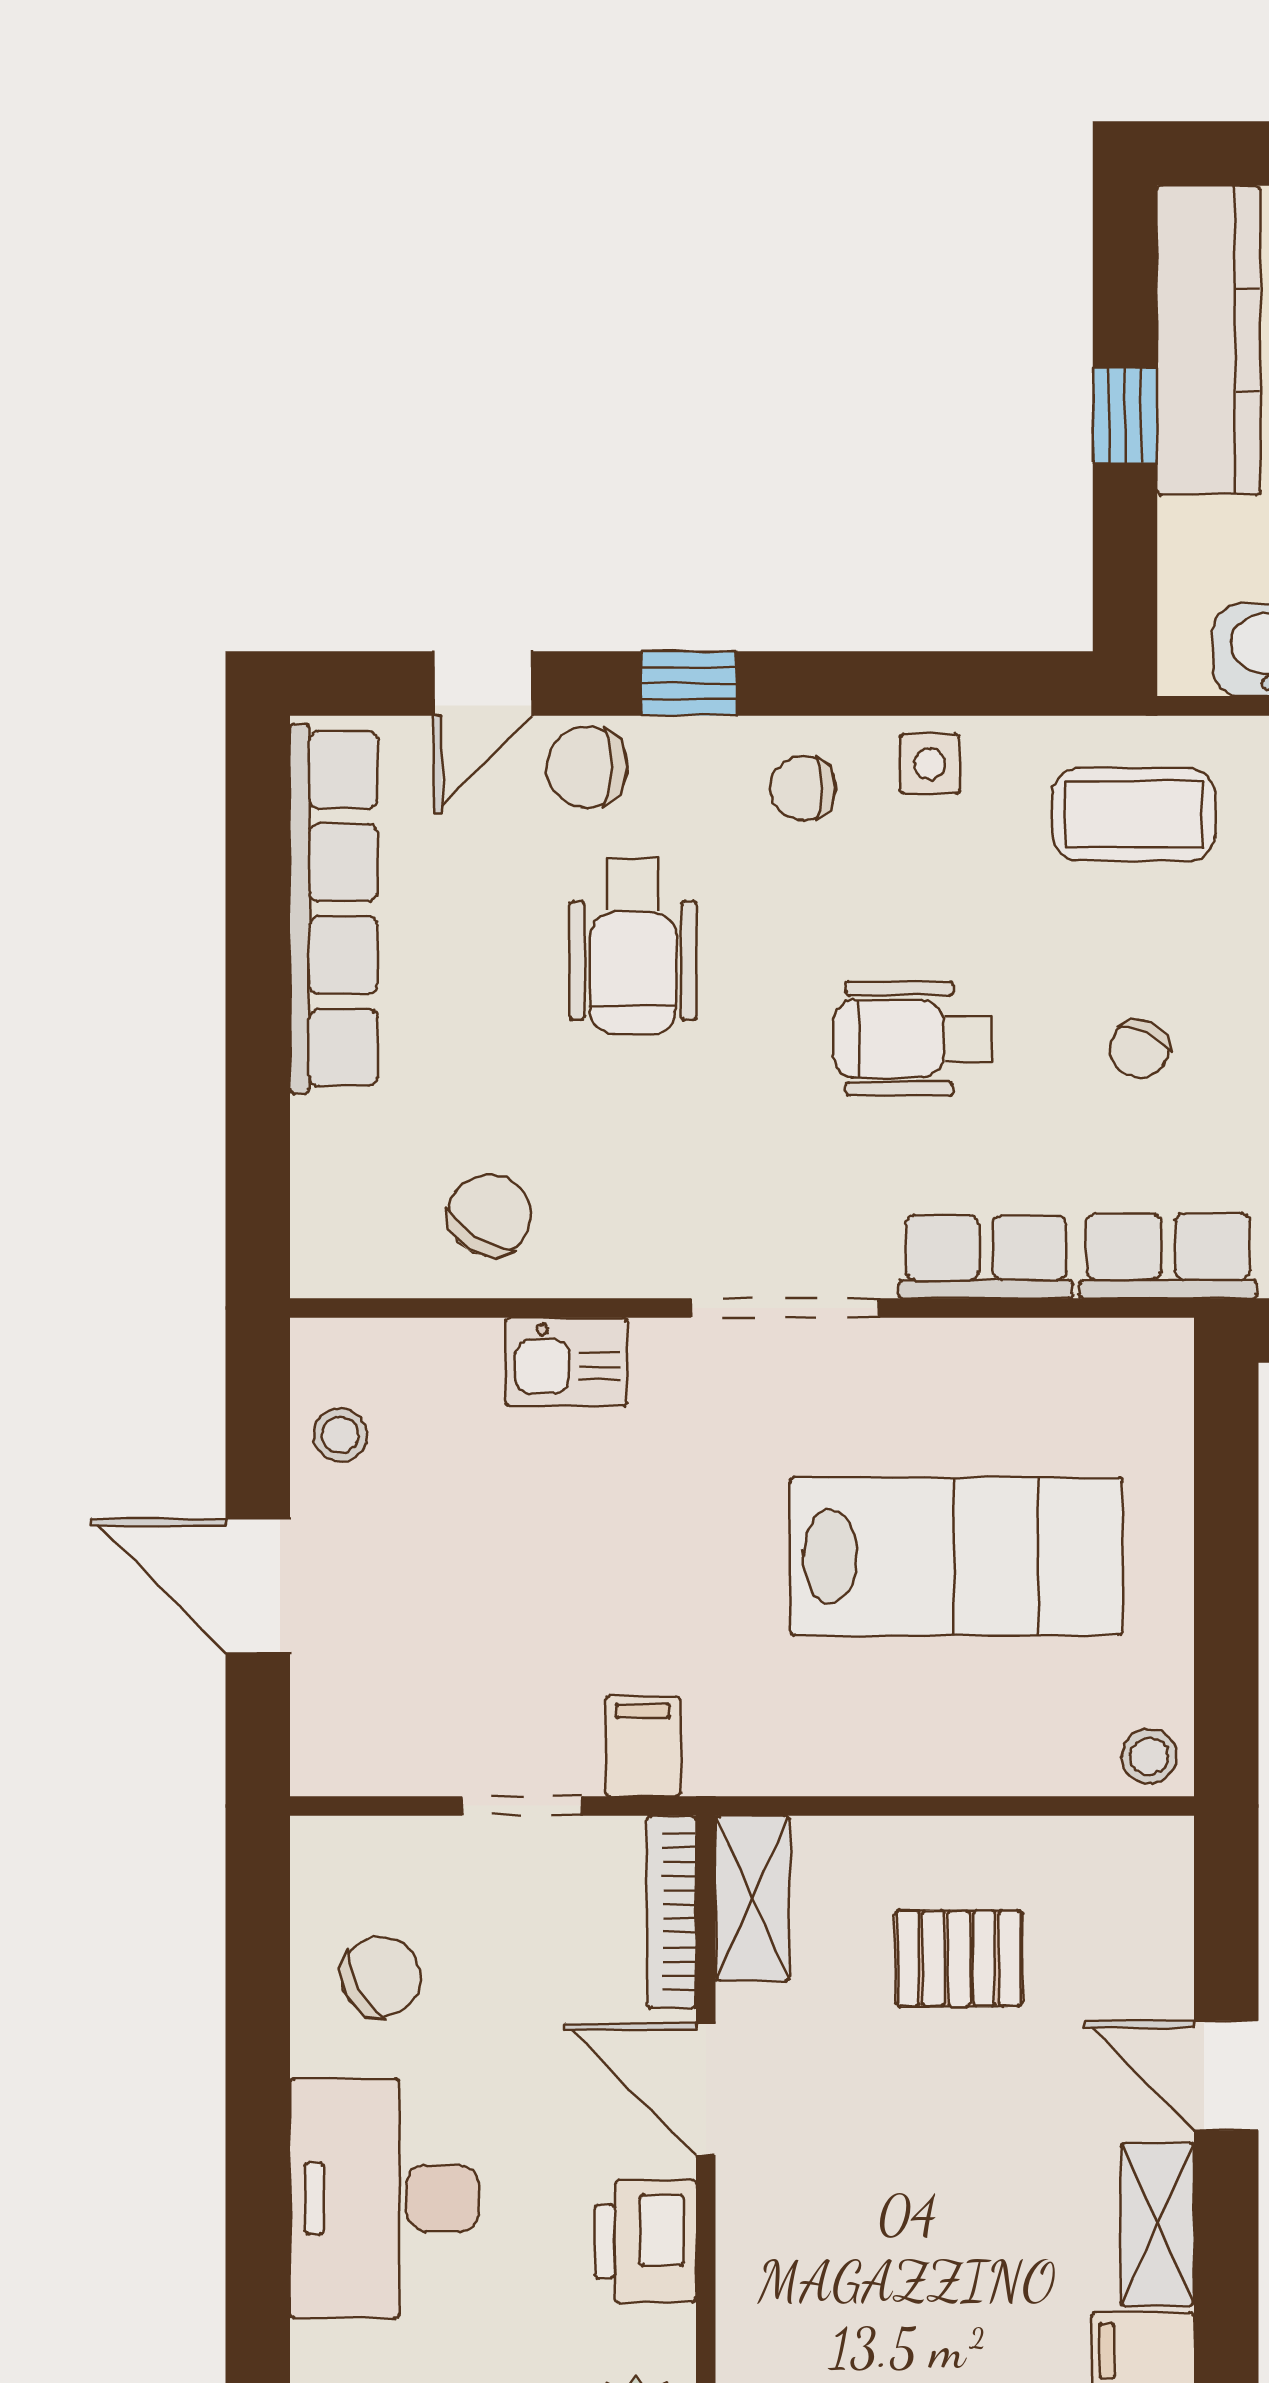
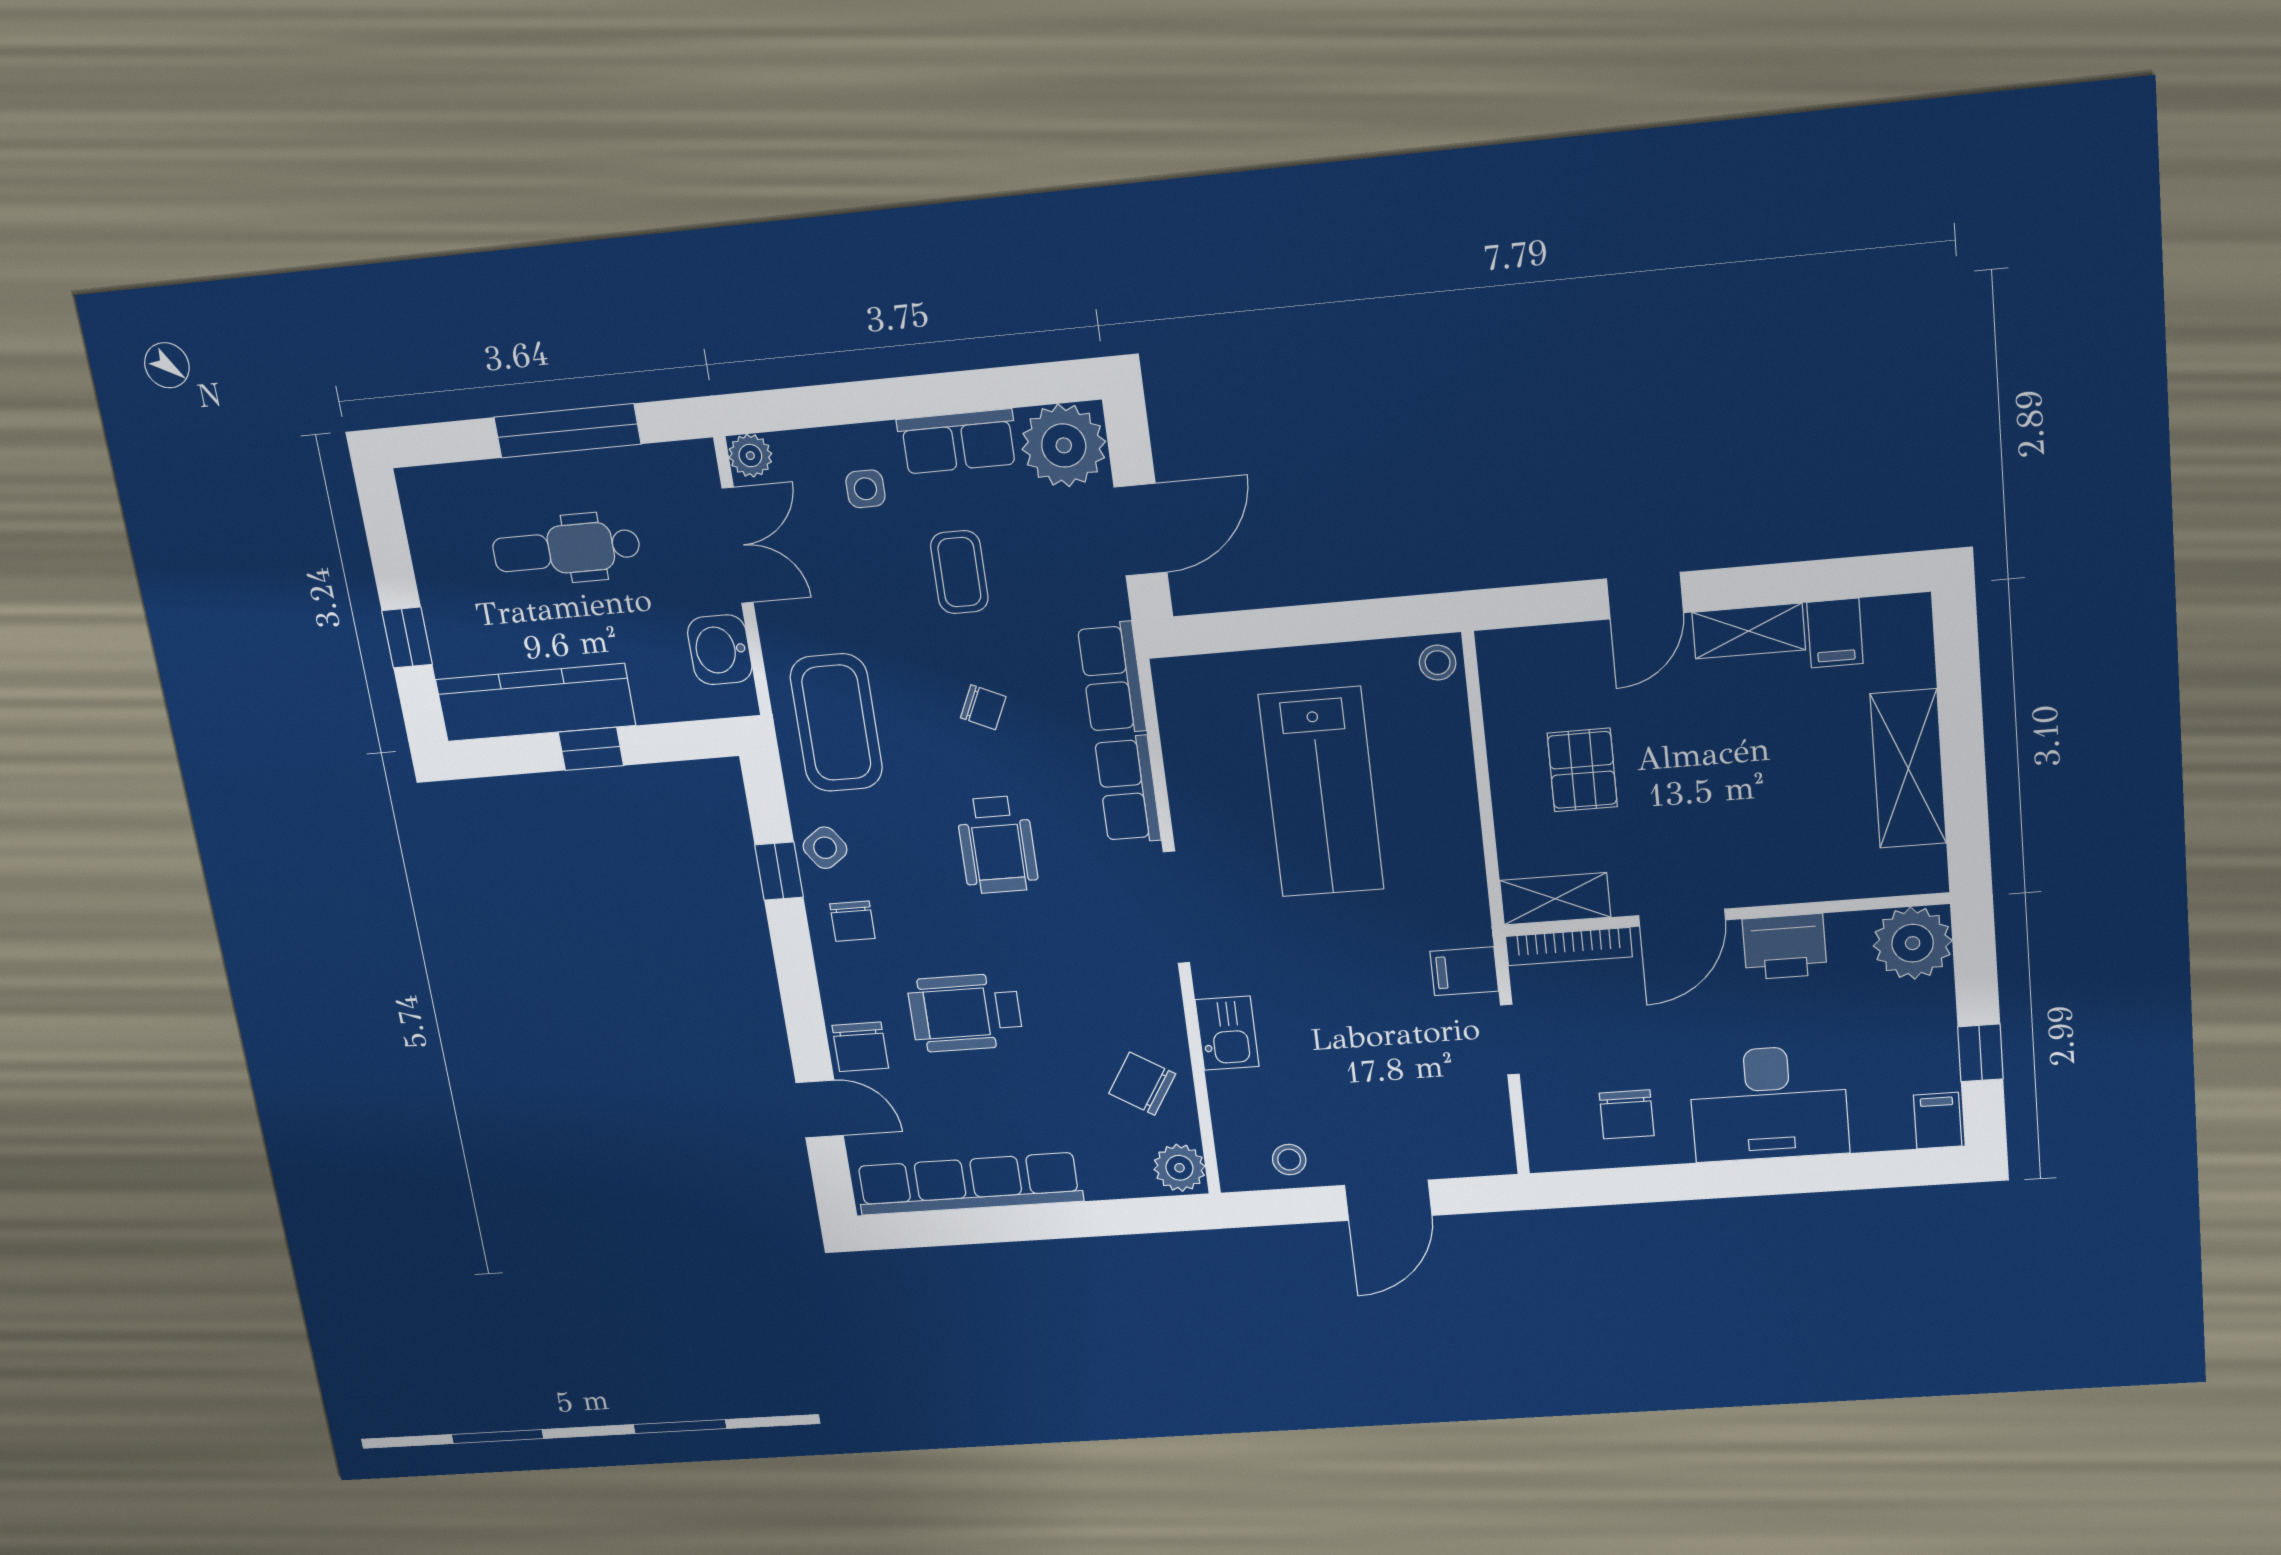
window: (689, 683) -> (779, 871), moved
side table: (930, 764) -> (825, 848), turned -35
coffee table: (1134, 815) -> (836, 723), width x1.36, depth x1.32
wheelchair: (633, 947) -> (965, 1013), turned 180
plant: (338, 1256) -> (1179, 1168), added
lab bench: (956, 1556) -> (1321, 792), turned 180
chair: (381, 1977) -> (1627, 1114), turned -151

